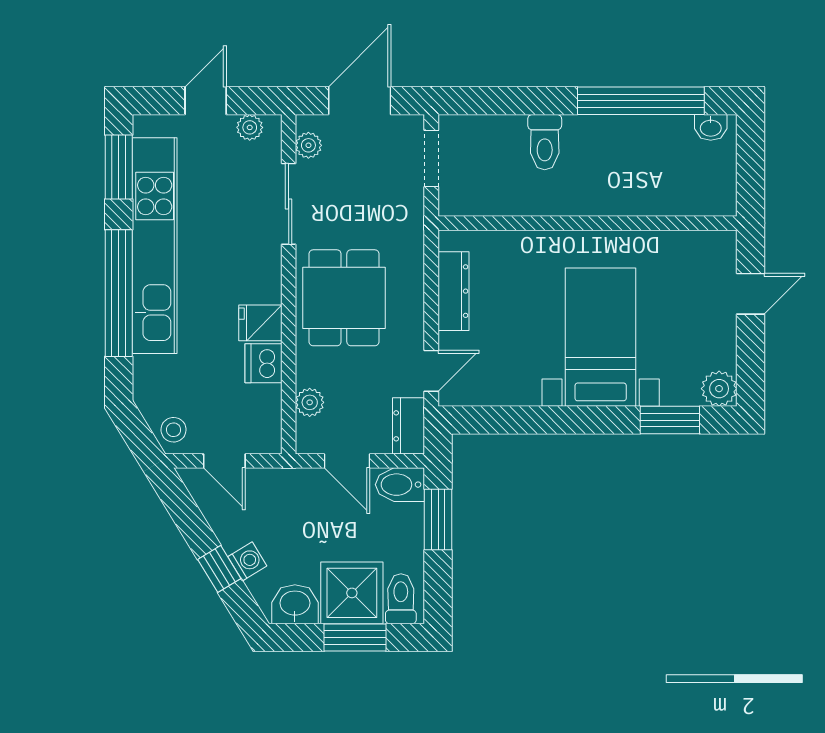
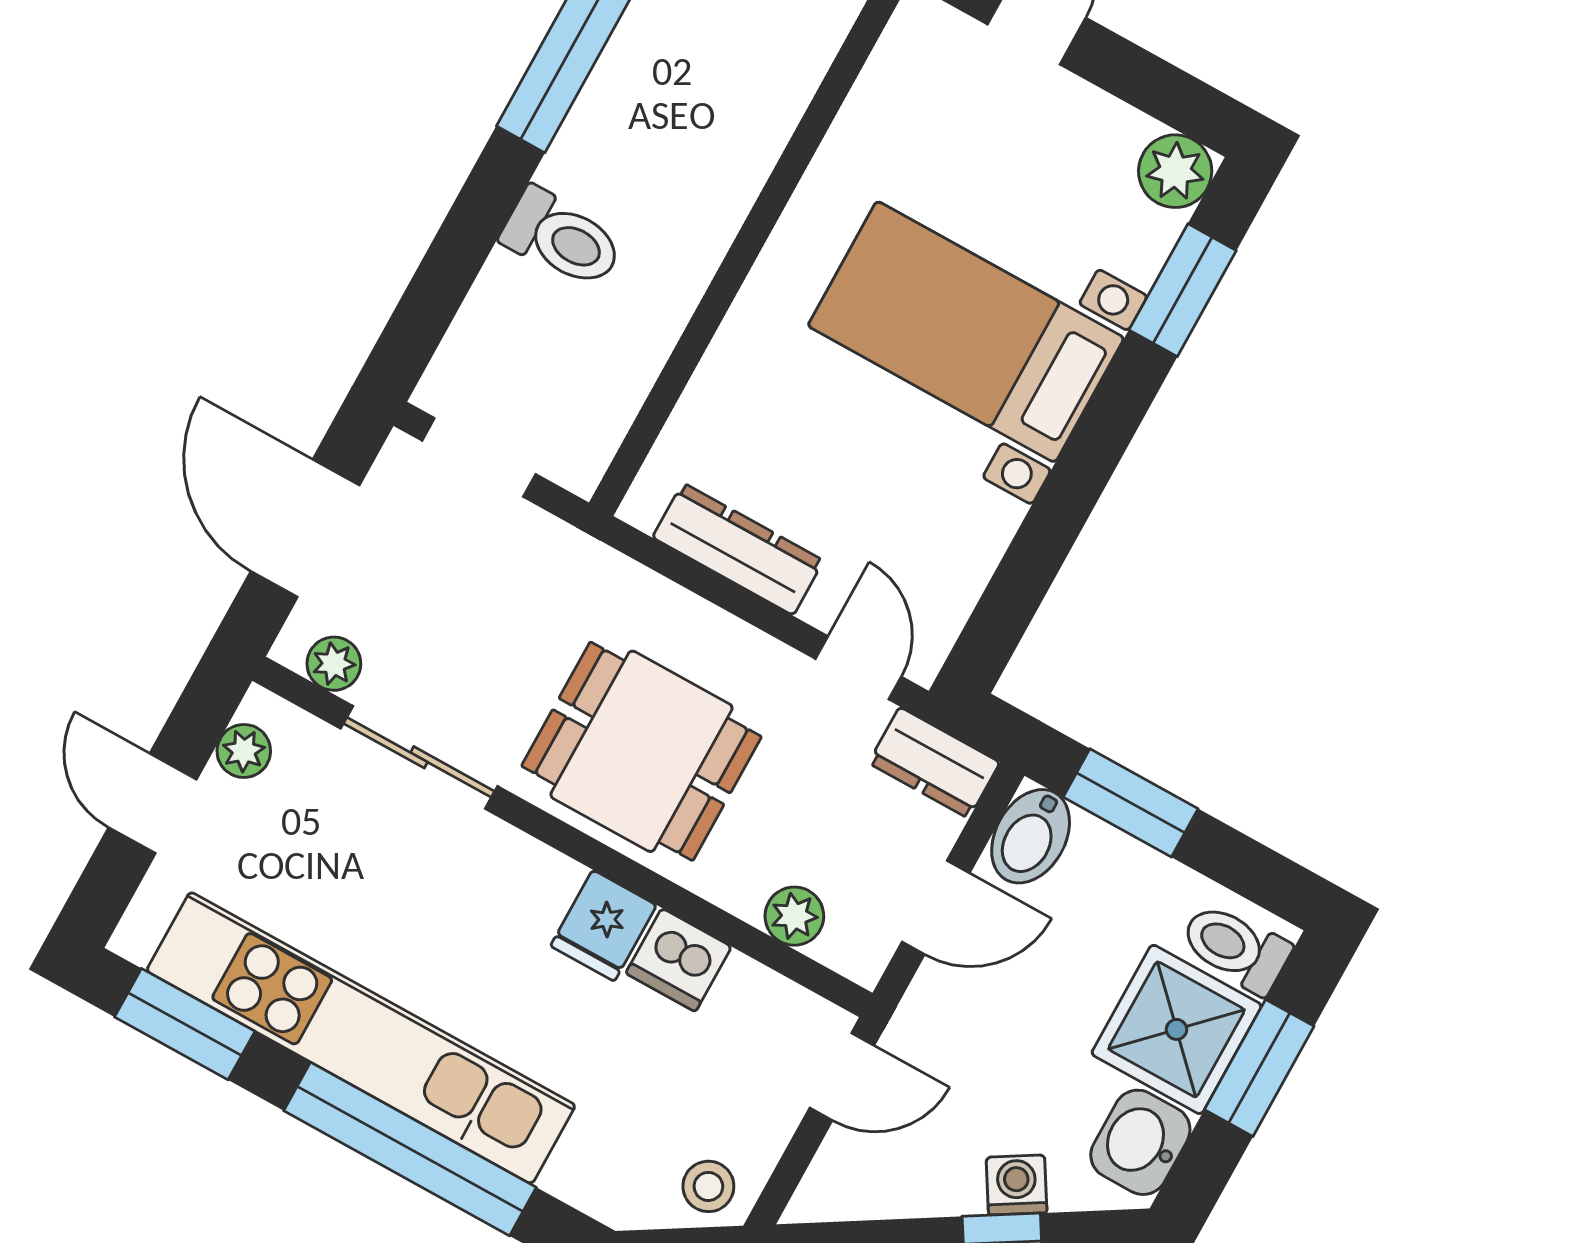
door: (224, 461) -> (842, 1077), moved

